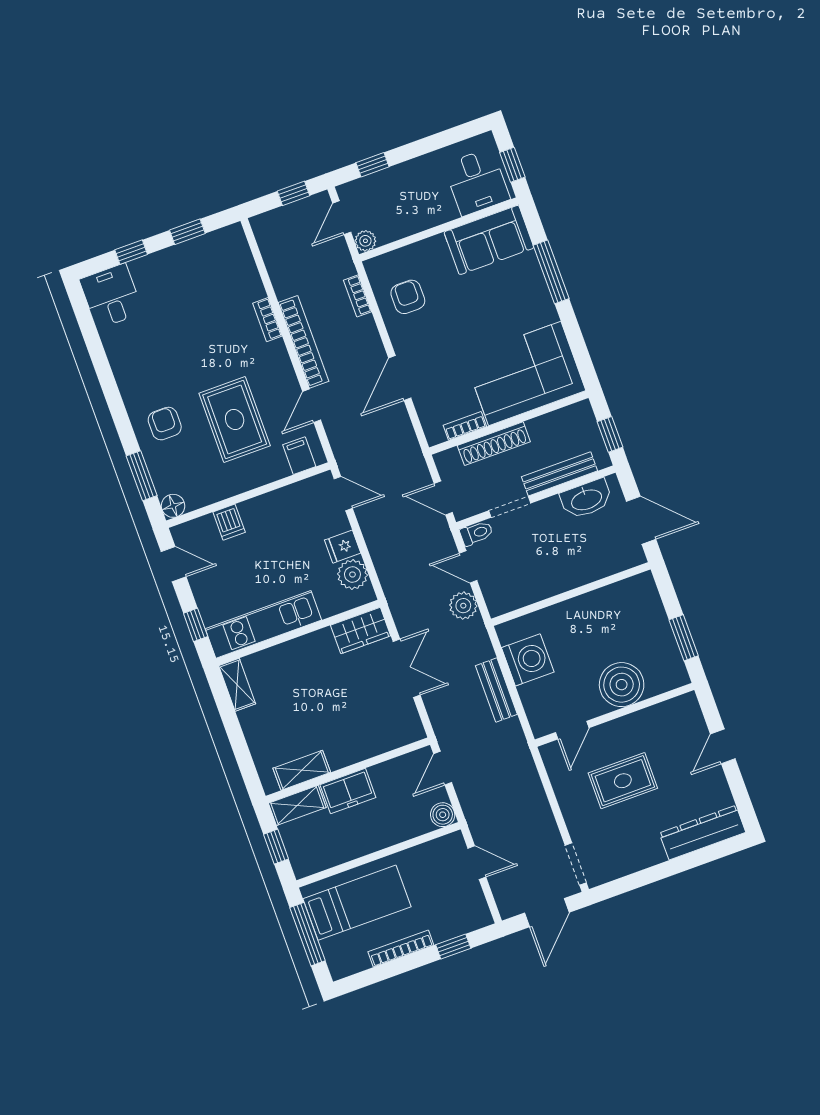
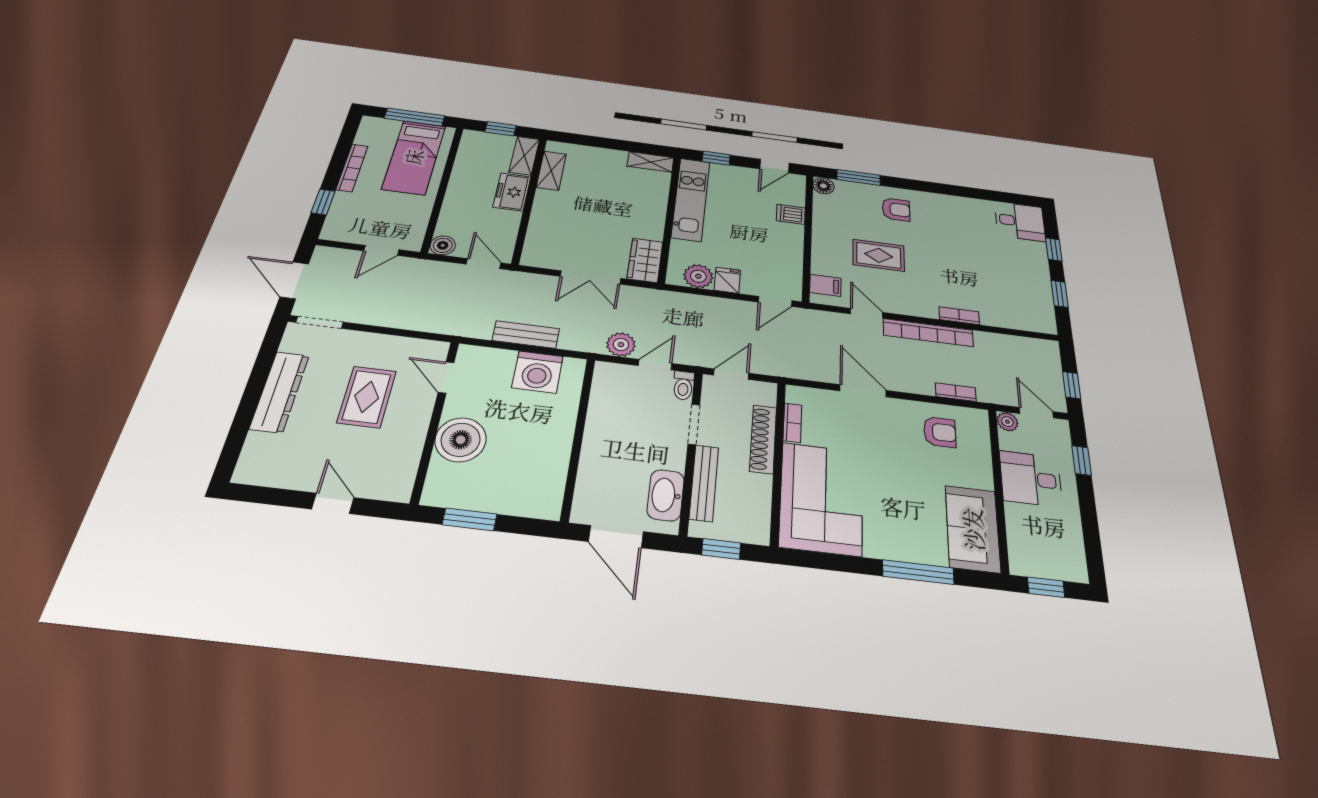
desk: (477, 182) -> (1031, 479), moved
rug: (235, 419) -> (879, 255), width x0.73, depth x0.70
door: (641, 520) -> (616, 537), hinge flipped
dresser: (702, 833) -> (280, 392), moved

